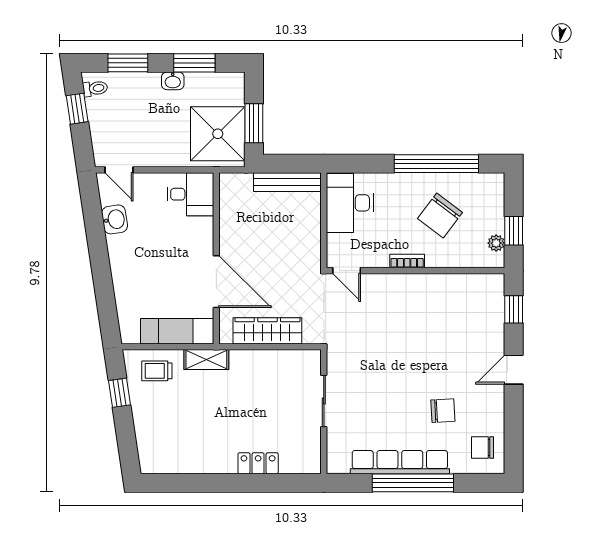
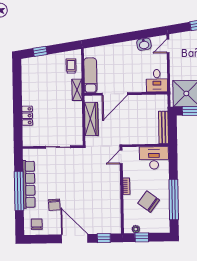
door: (514, 370) -> (75, 239), width x1.87
window: (119, 393) -> (40, 51), moved

